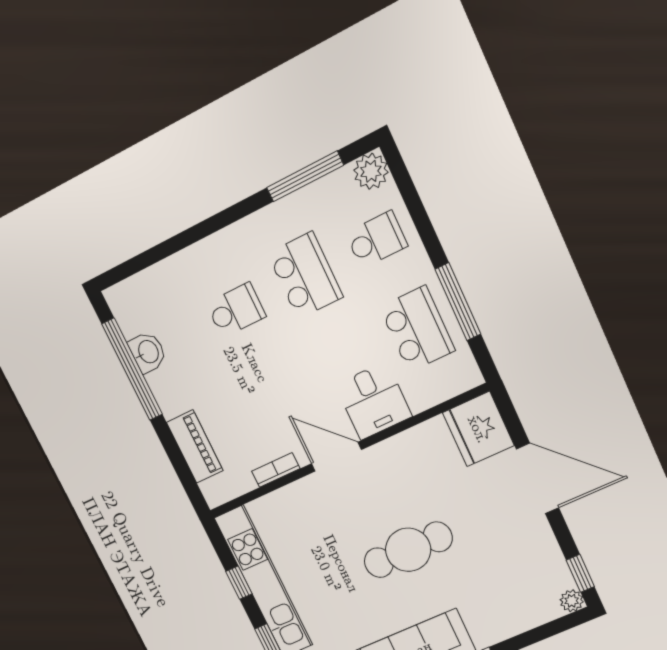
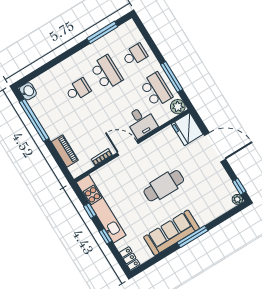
plant: (371, 171) -> (178, 107), moved
washbasin: (148, 352) -> (28, 91), moved

